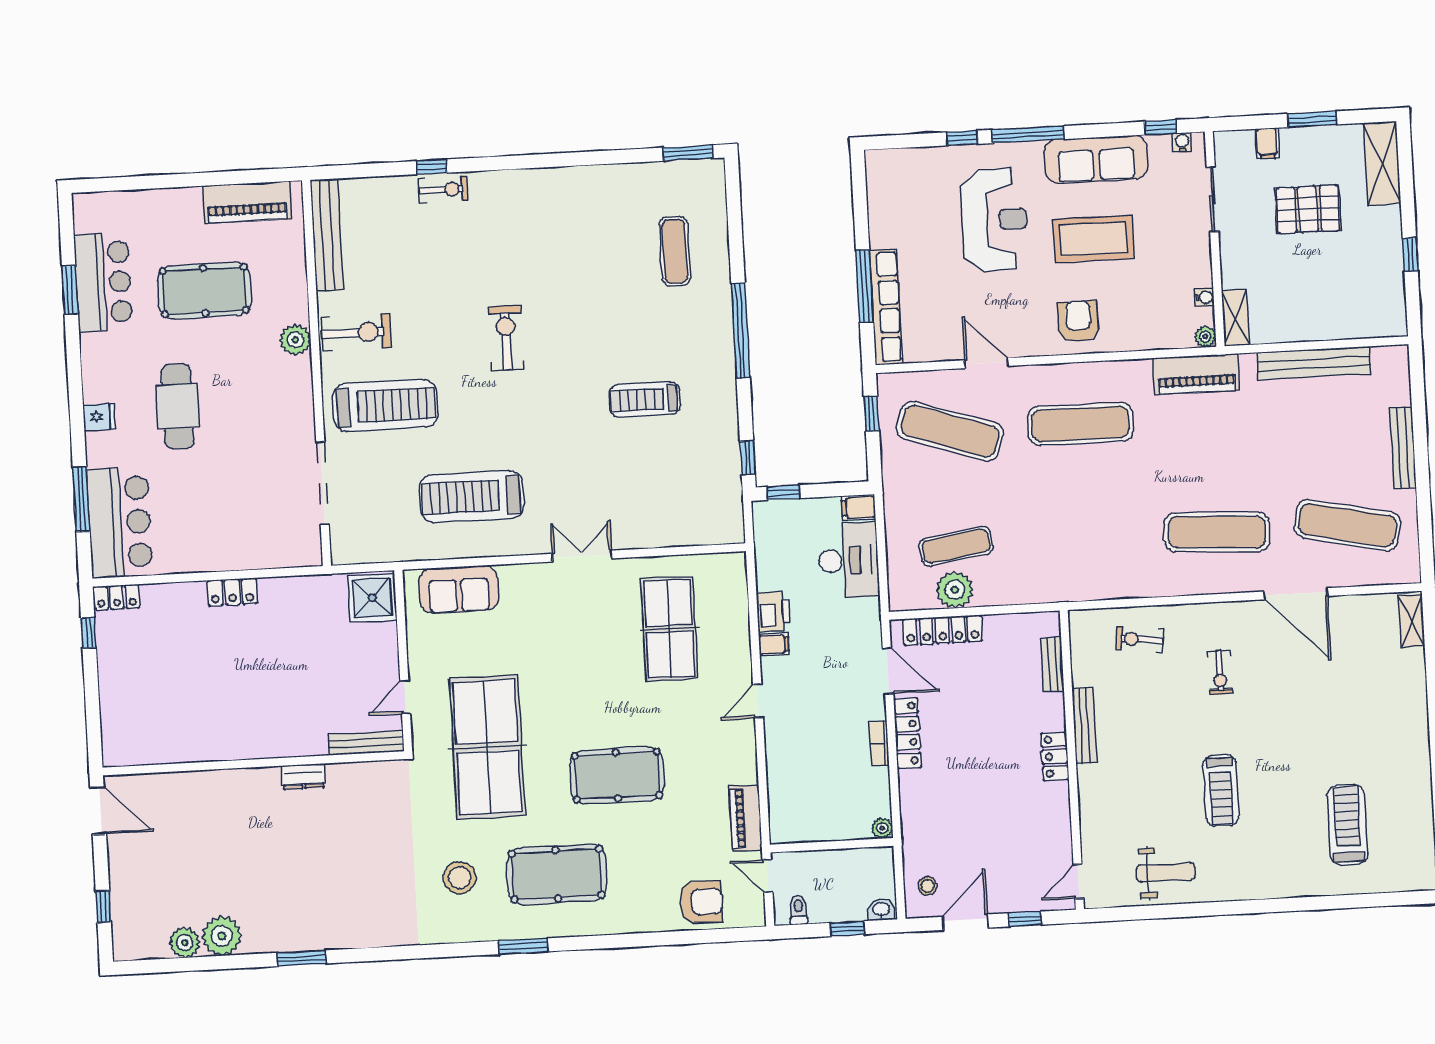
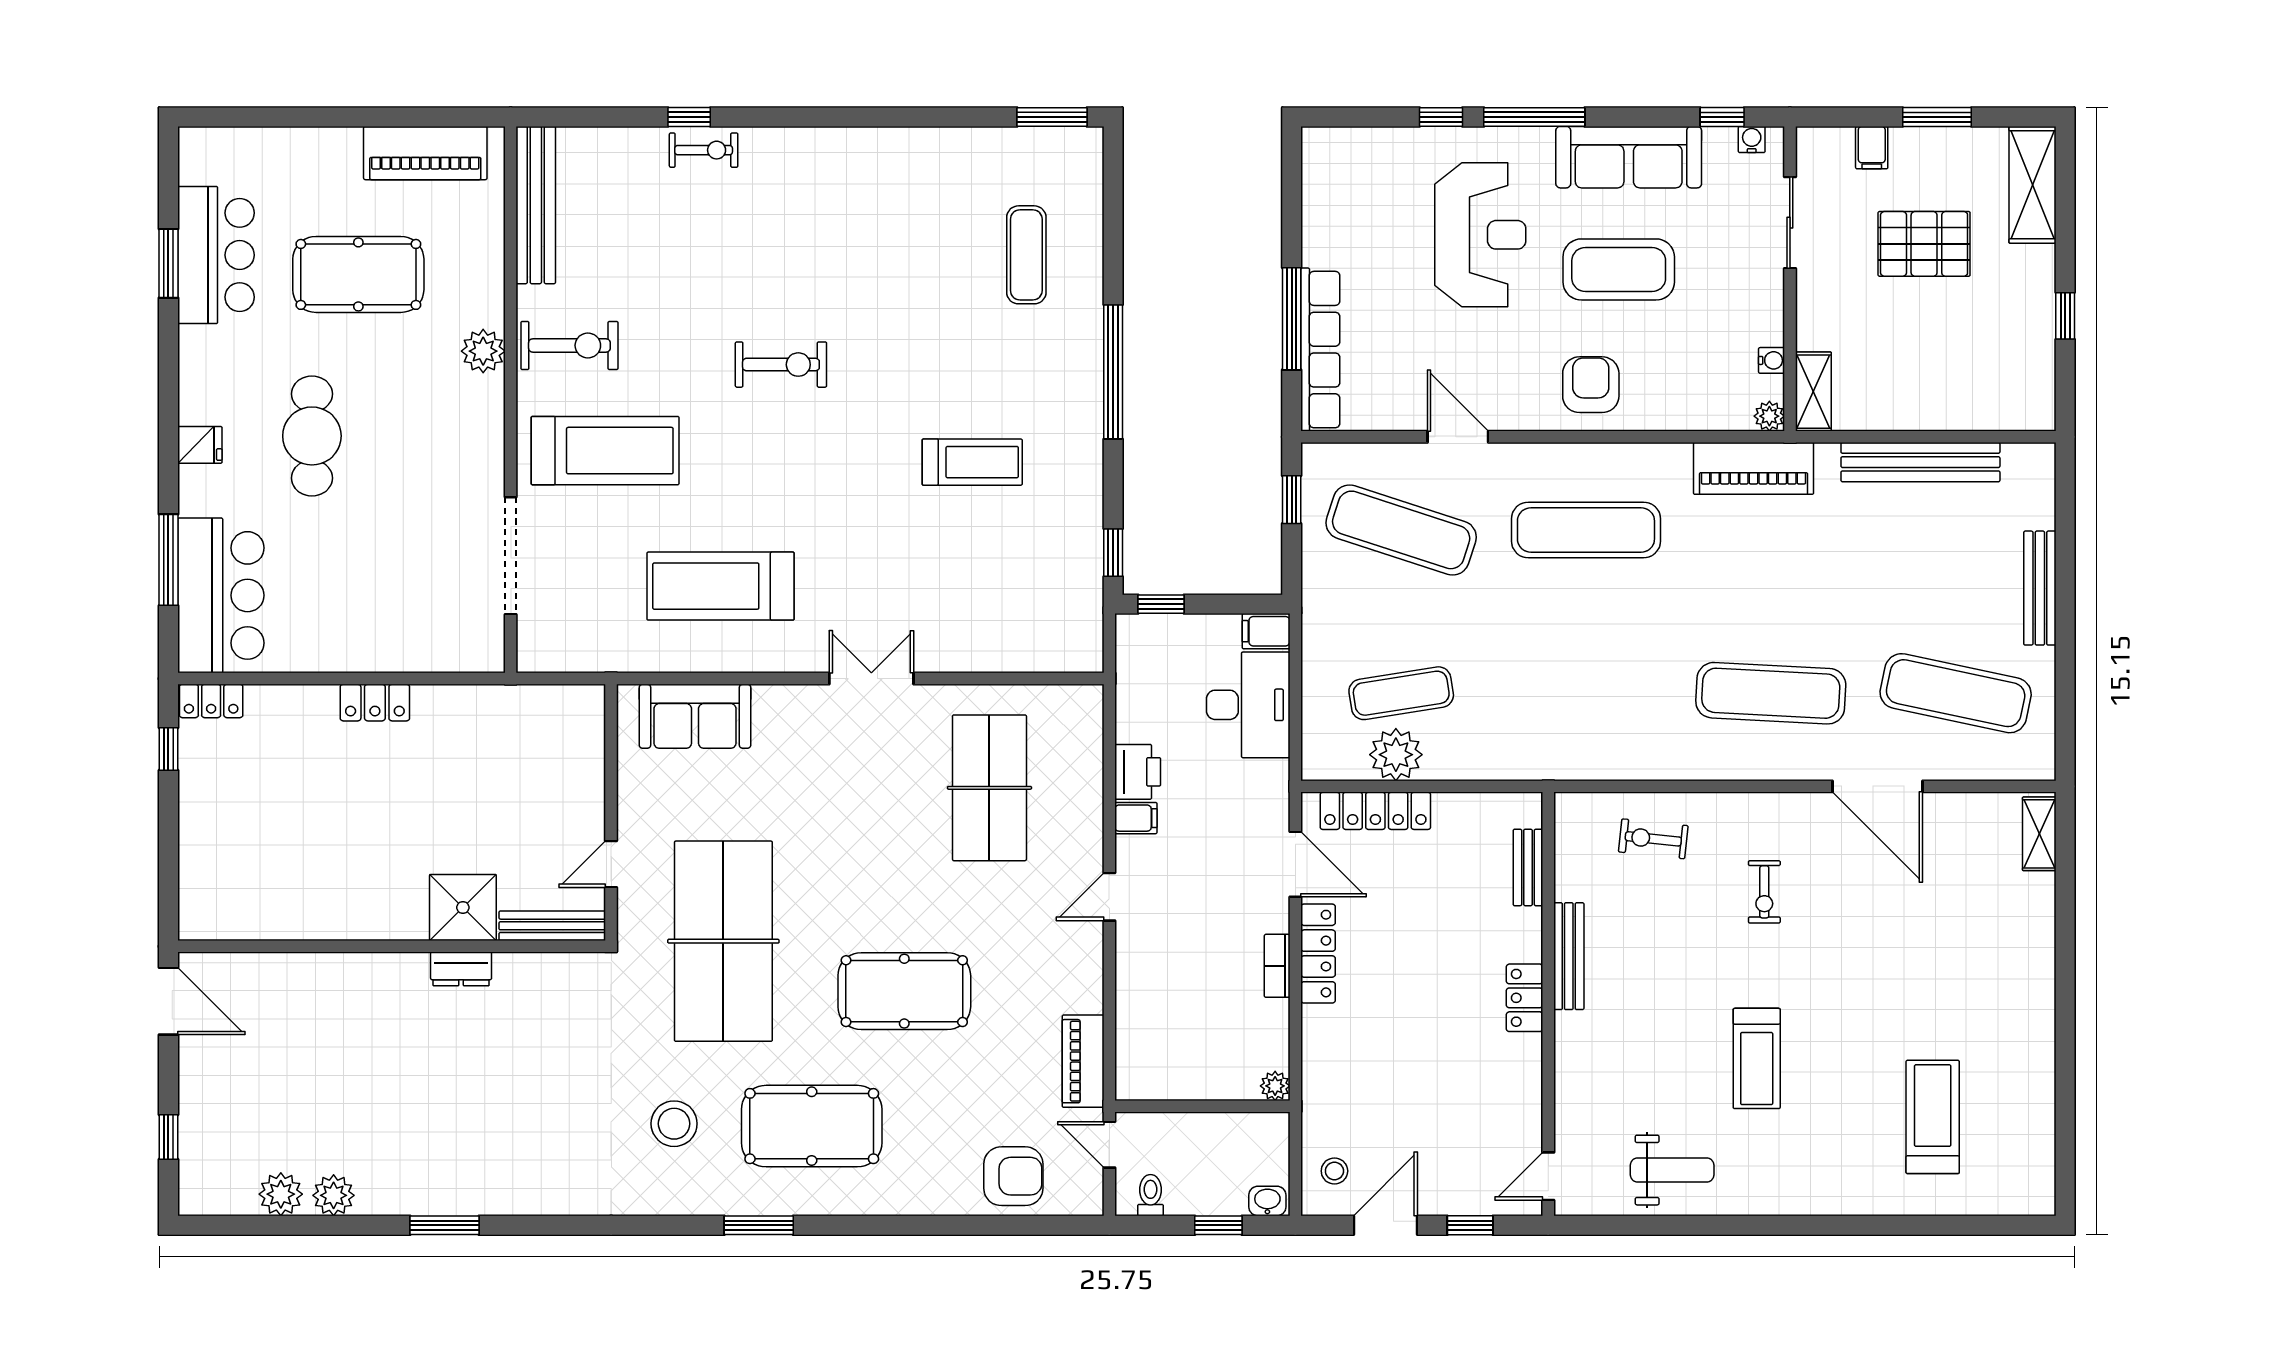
exercise bike: (506, 338) -> (781, 365), turned 90
treadmill: (645, 400) -> (972, 462), turned 180
shower: (372, 598) -> (463, 907), moved
plant: (222, 936) -> (334, 1195), width x0.73, depth x0.73

